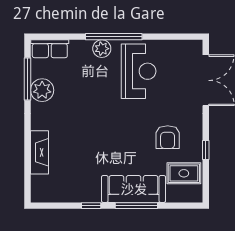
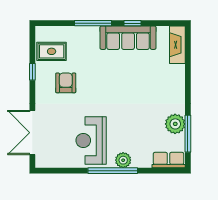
fireplace: (40, 152) -> (177, 45), moved
sofa: (134, 189) -> (128, 38), moved

